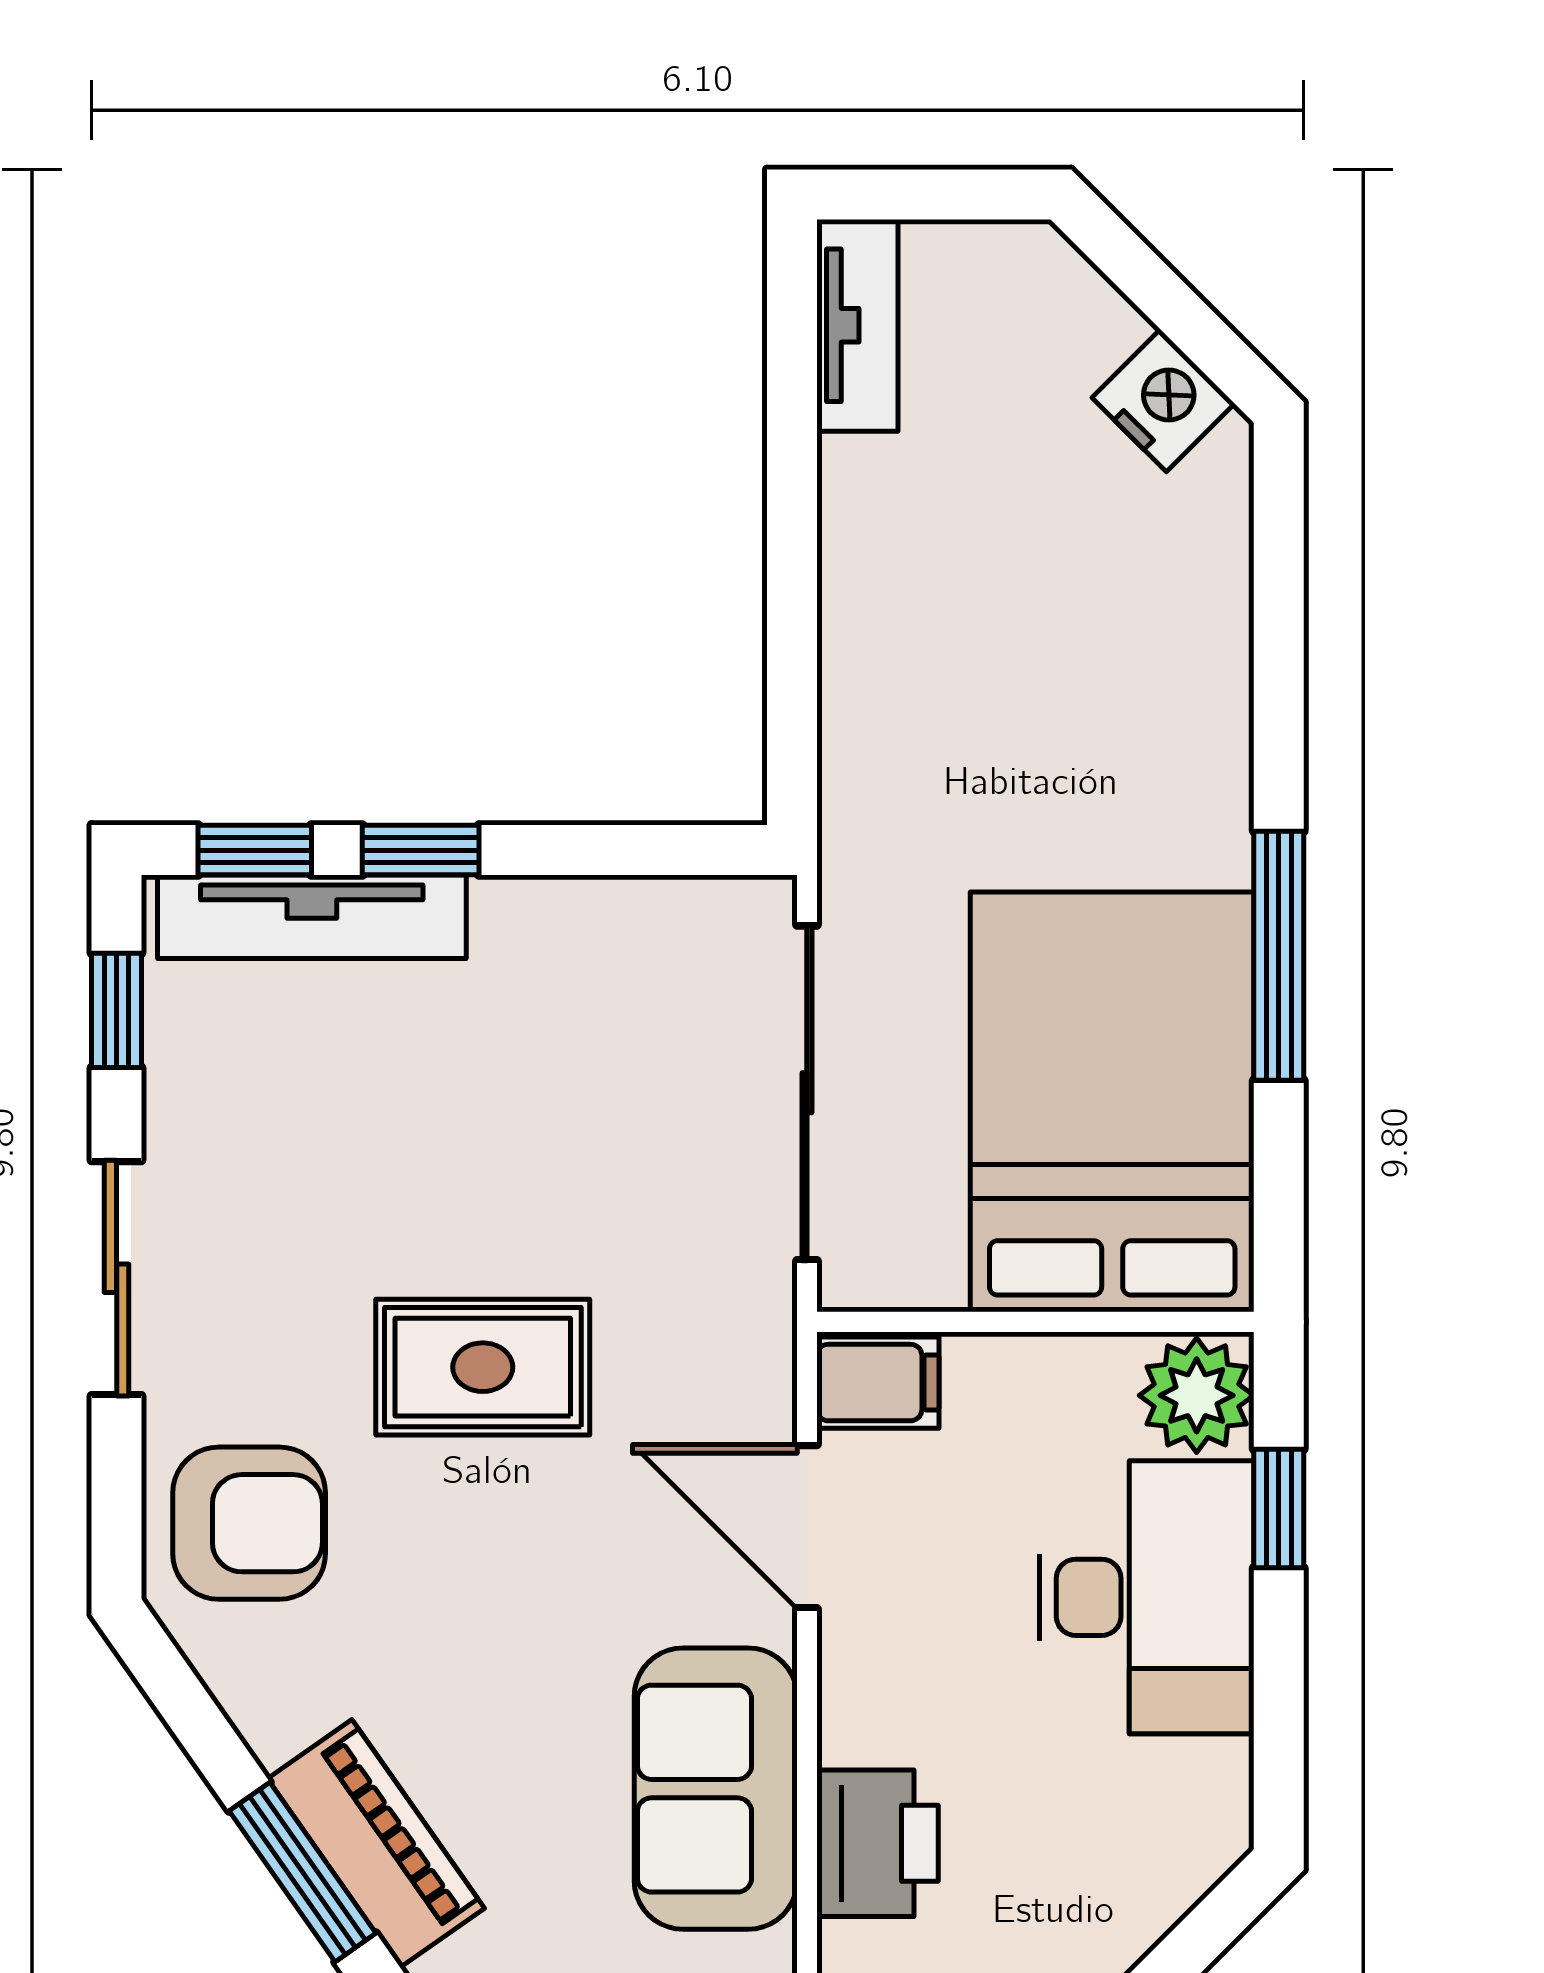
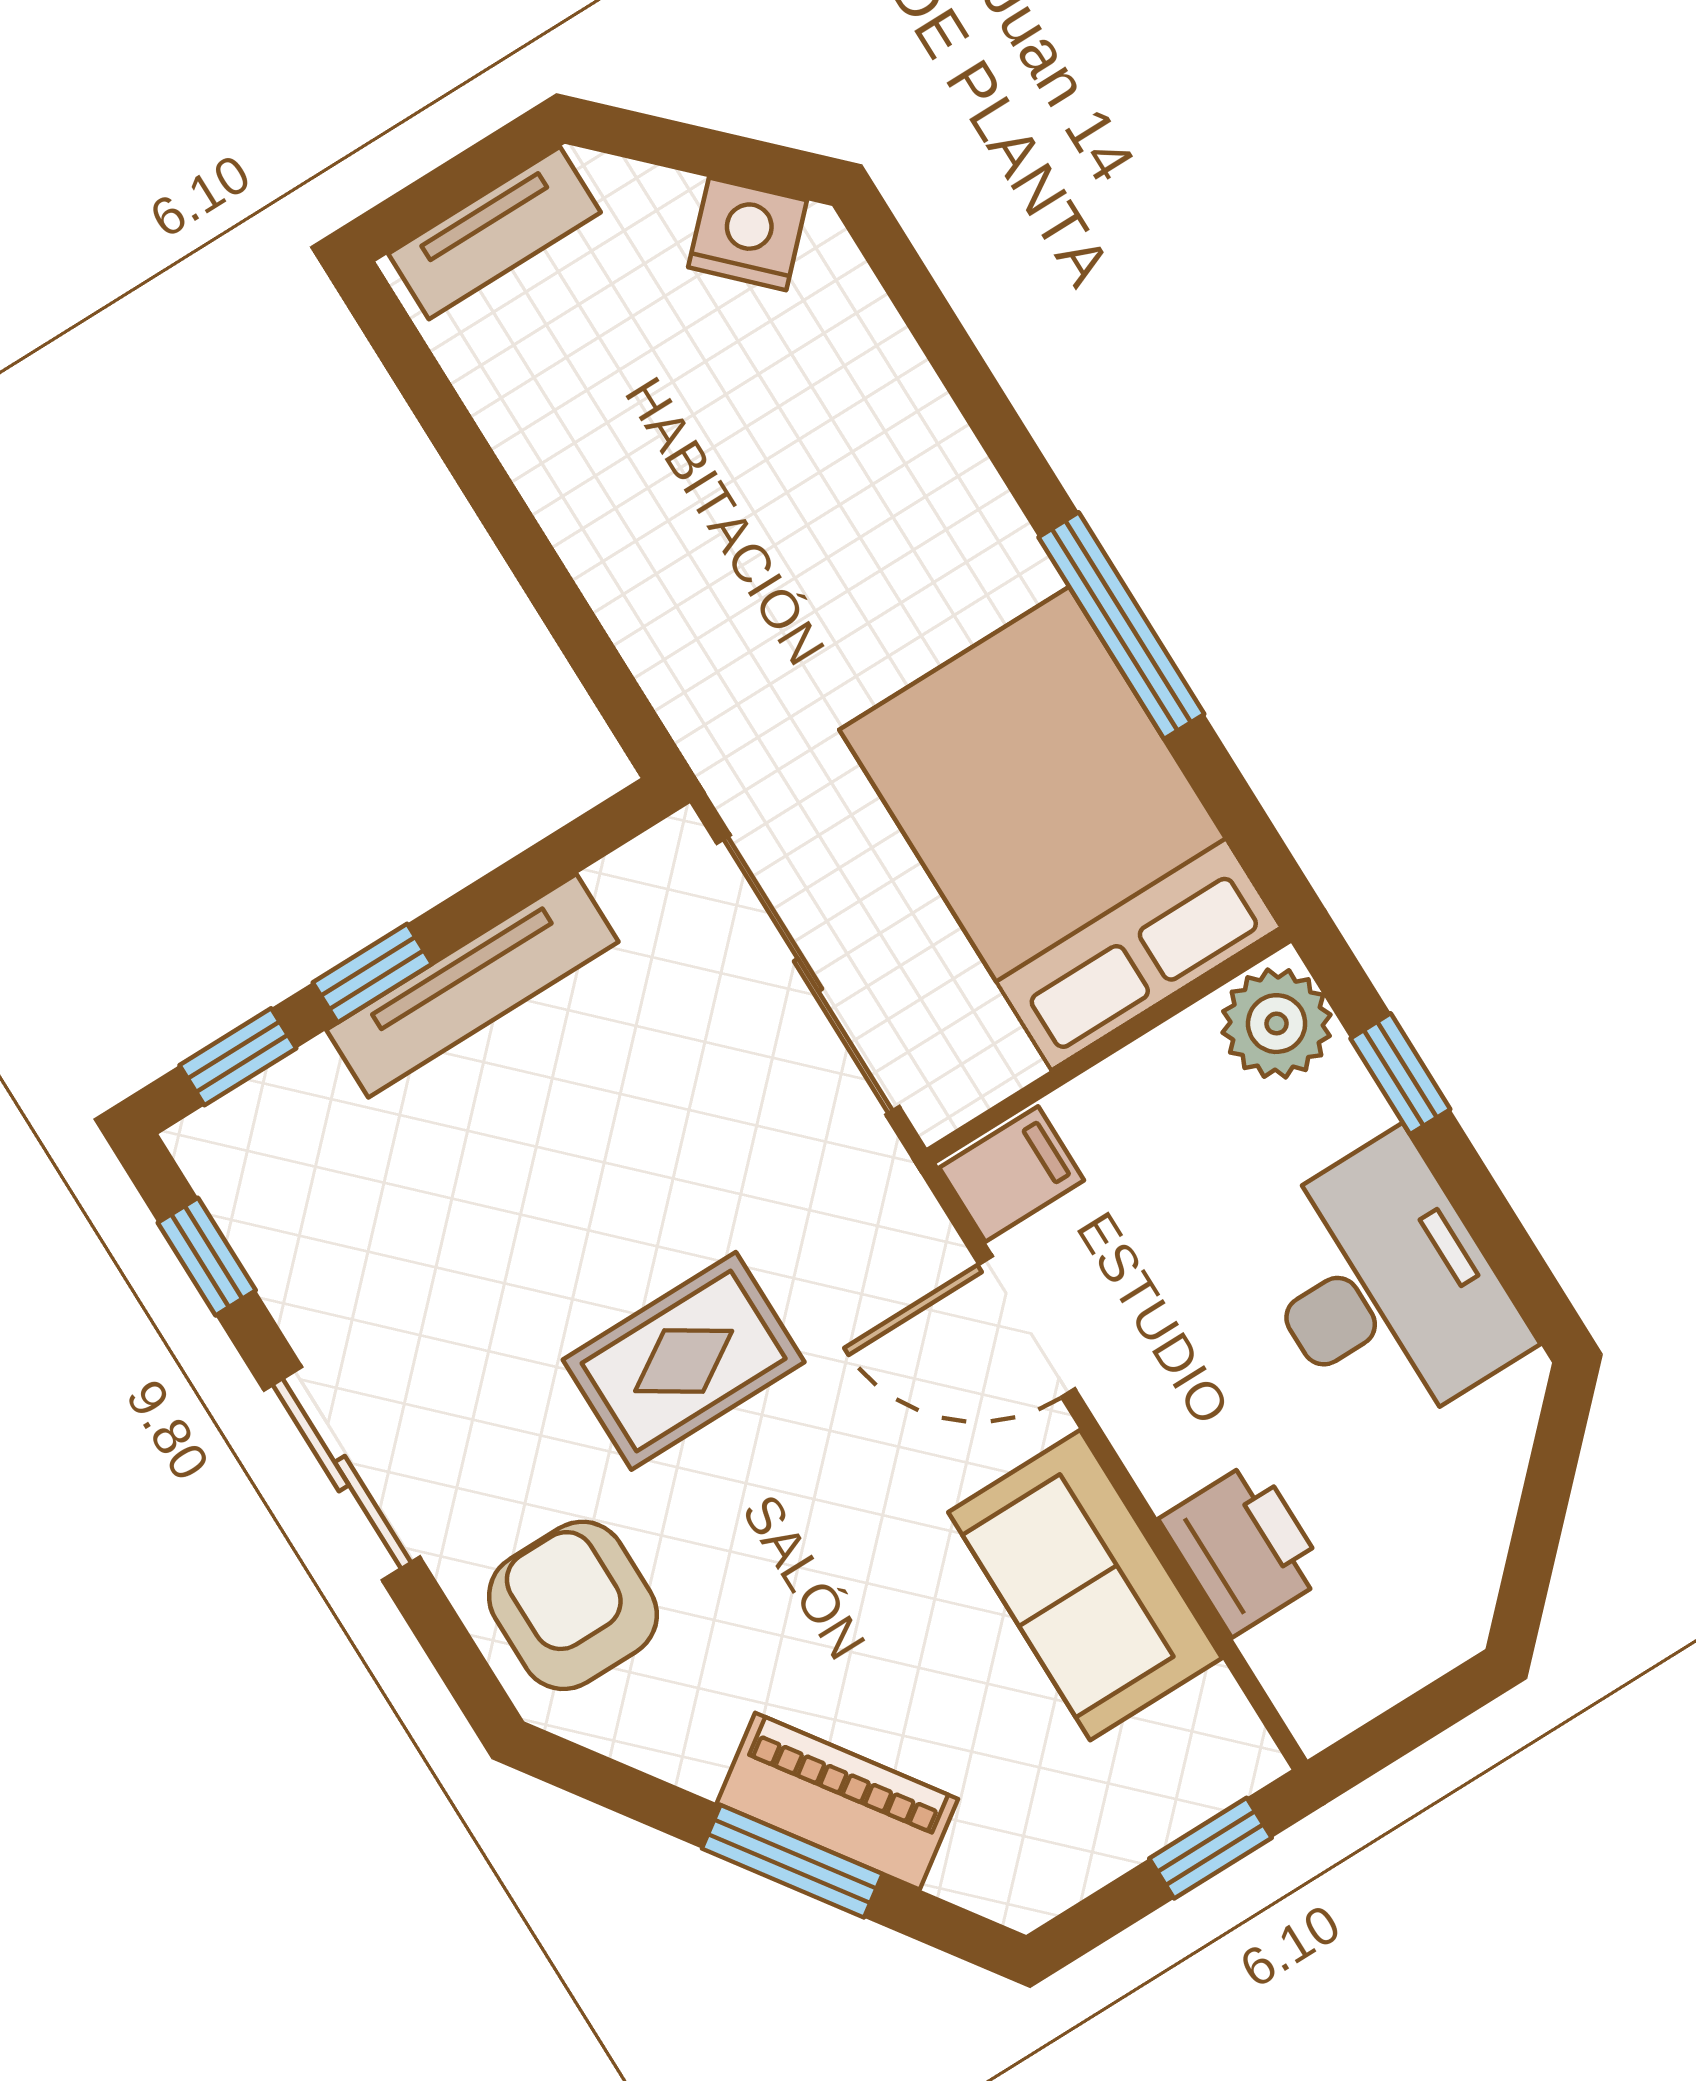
tv unit: (857, 325) -> (494, 233), moved, turned 90
tv unit: (312, 917) -> (472, 986), moved
armchair: (249, 1523) -> (573, 1605), turned -90
desk: (1147, 1597) -> (1385, 1288), moved

